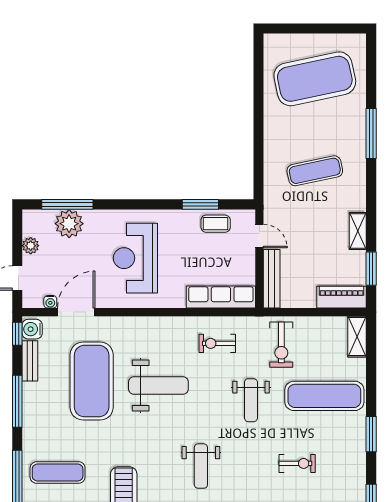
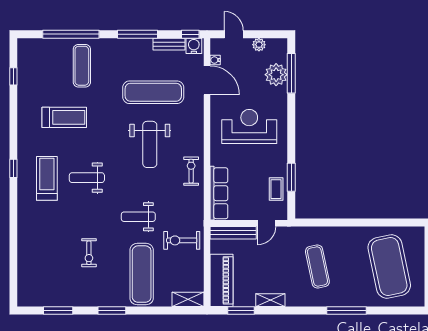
piano: (342, 297) -> (222, 280), width x1.37, depth x1.33
exercise bike: (217, 343) -> (191, 171), moved
exercise mat: (92, 381) -> (153, 92), width x0.68

